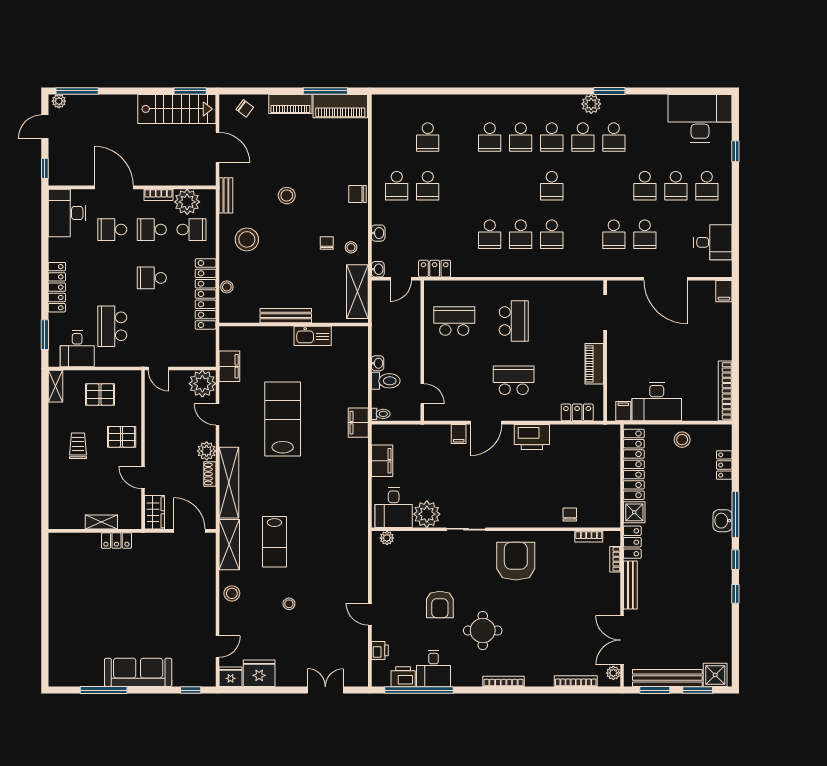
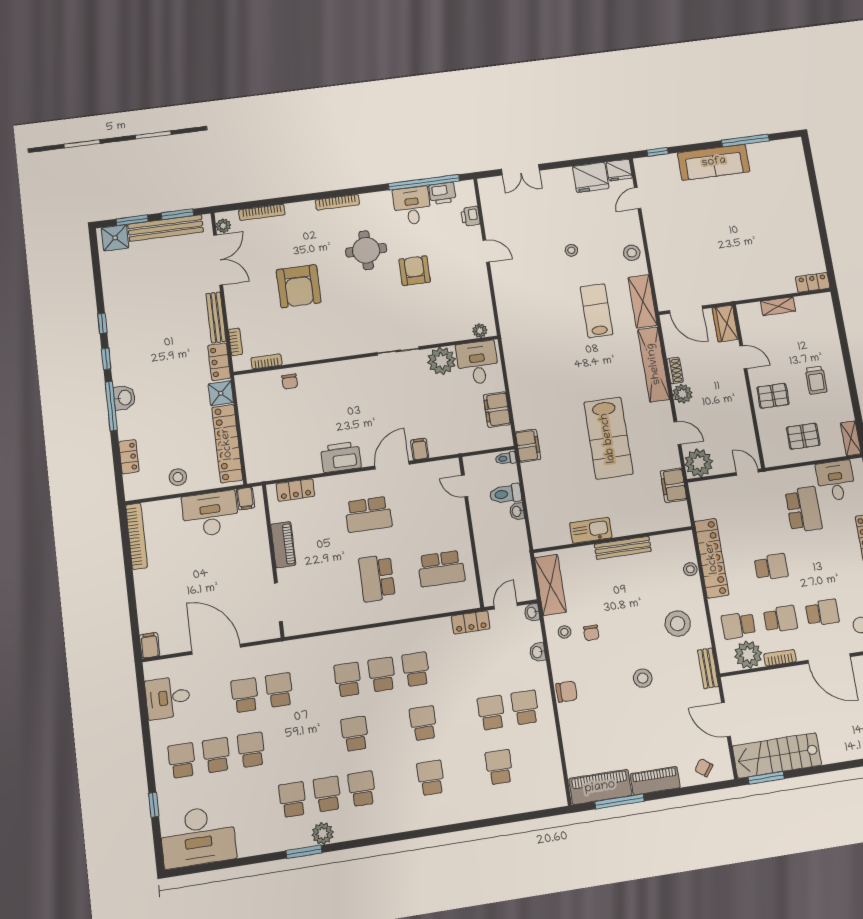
school desk: (521, 137) -> (423, 723), moved
locker: (116, 541) -> (813, 282), moved
armchair: (516, 561) -> (299, 286), moved

